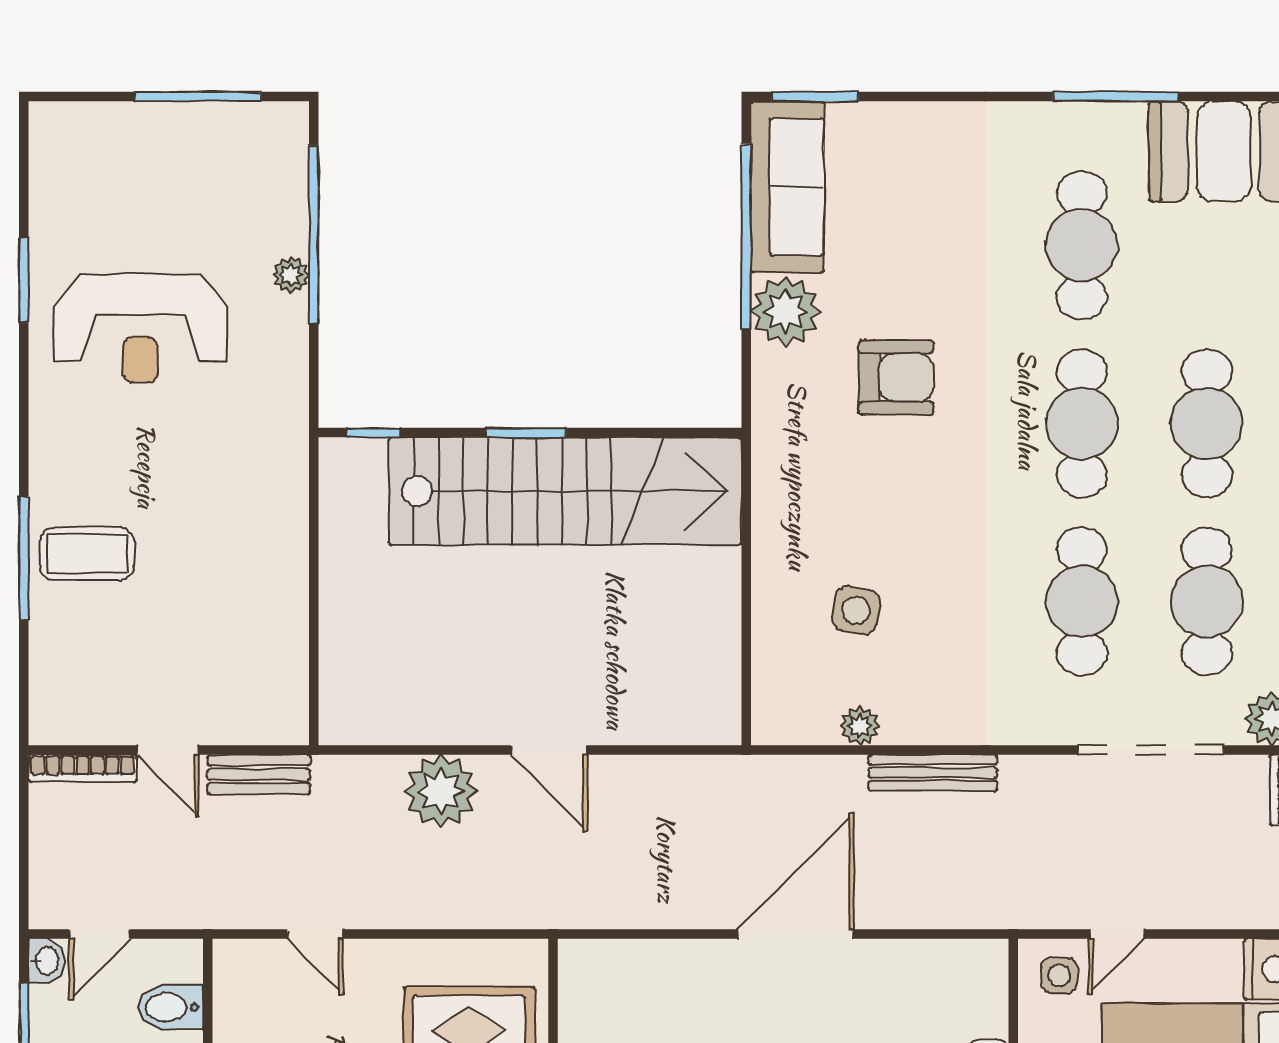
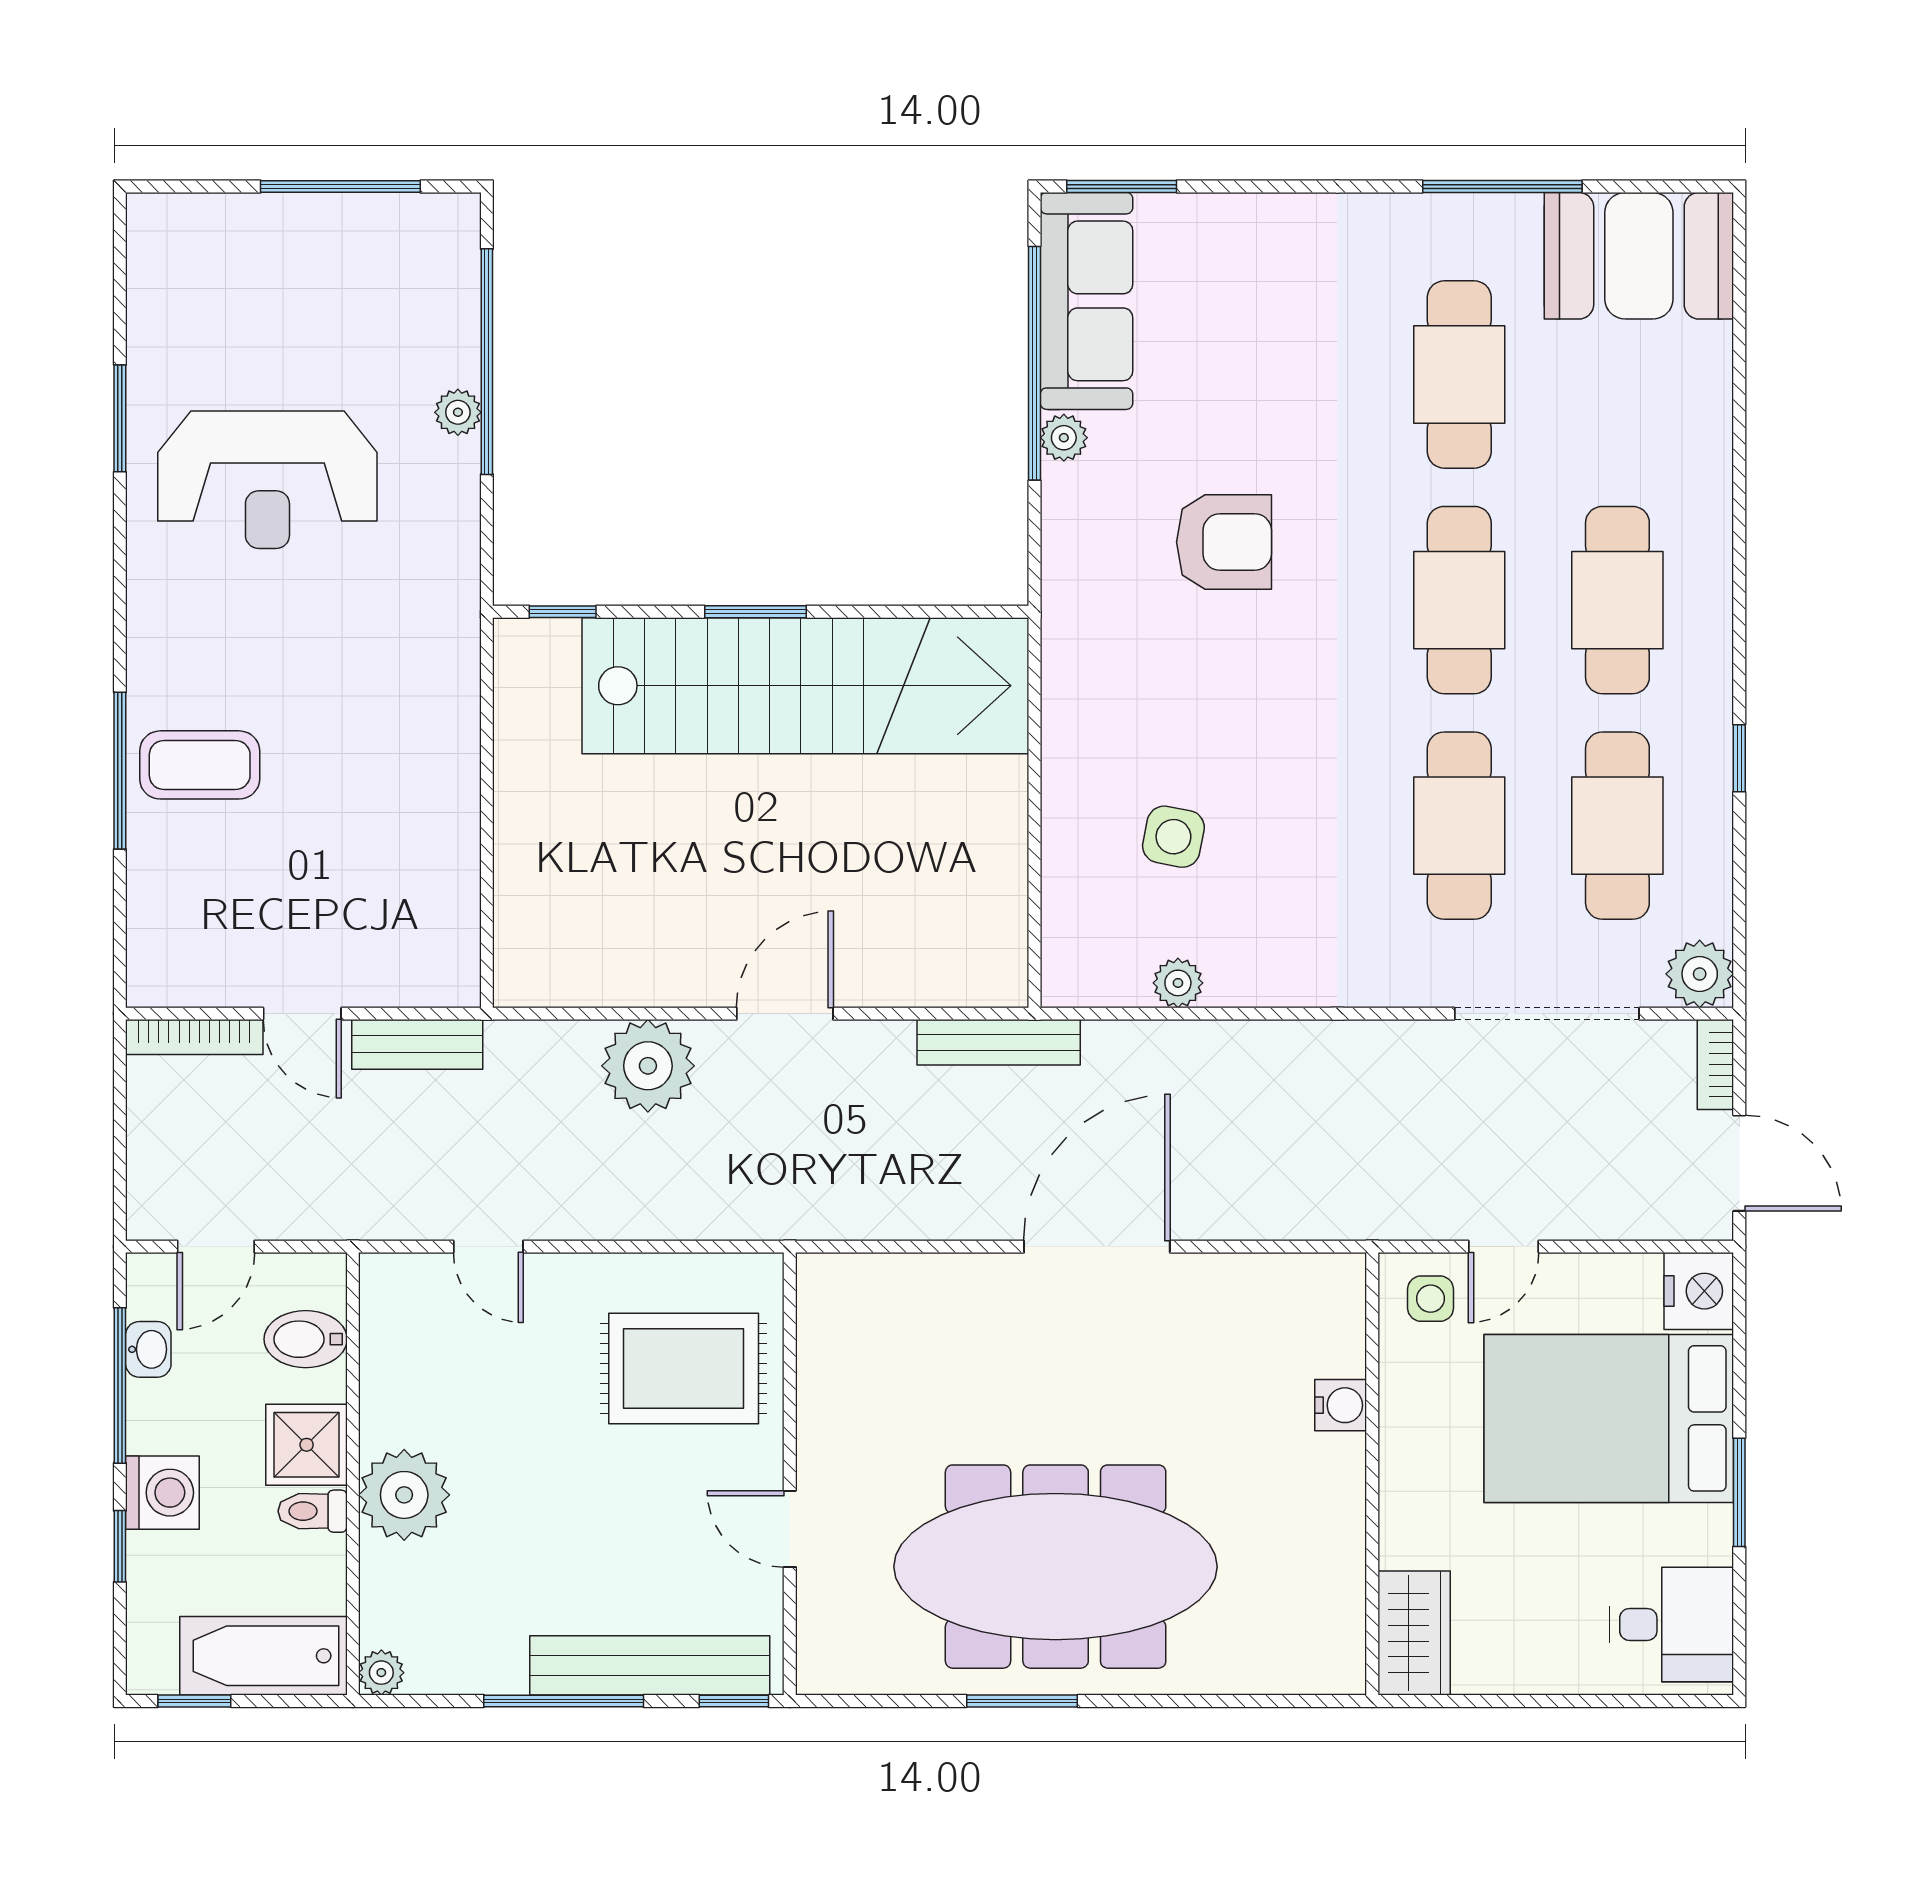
plant: (786, 311) -> (1064, 438), width x0.53, depth x0.53
door: (549, 750) -> (785, 1014), swing flipped
bench: (933, 773) -> (999, 1042), moved
washbasin: (46, 961) -> (148, 1349), moved

